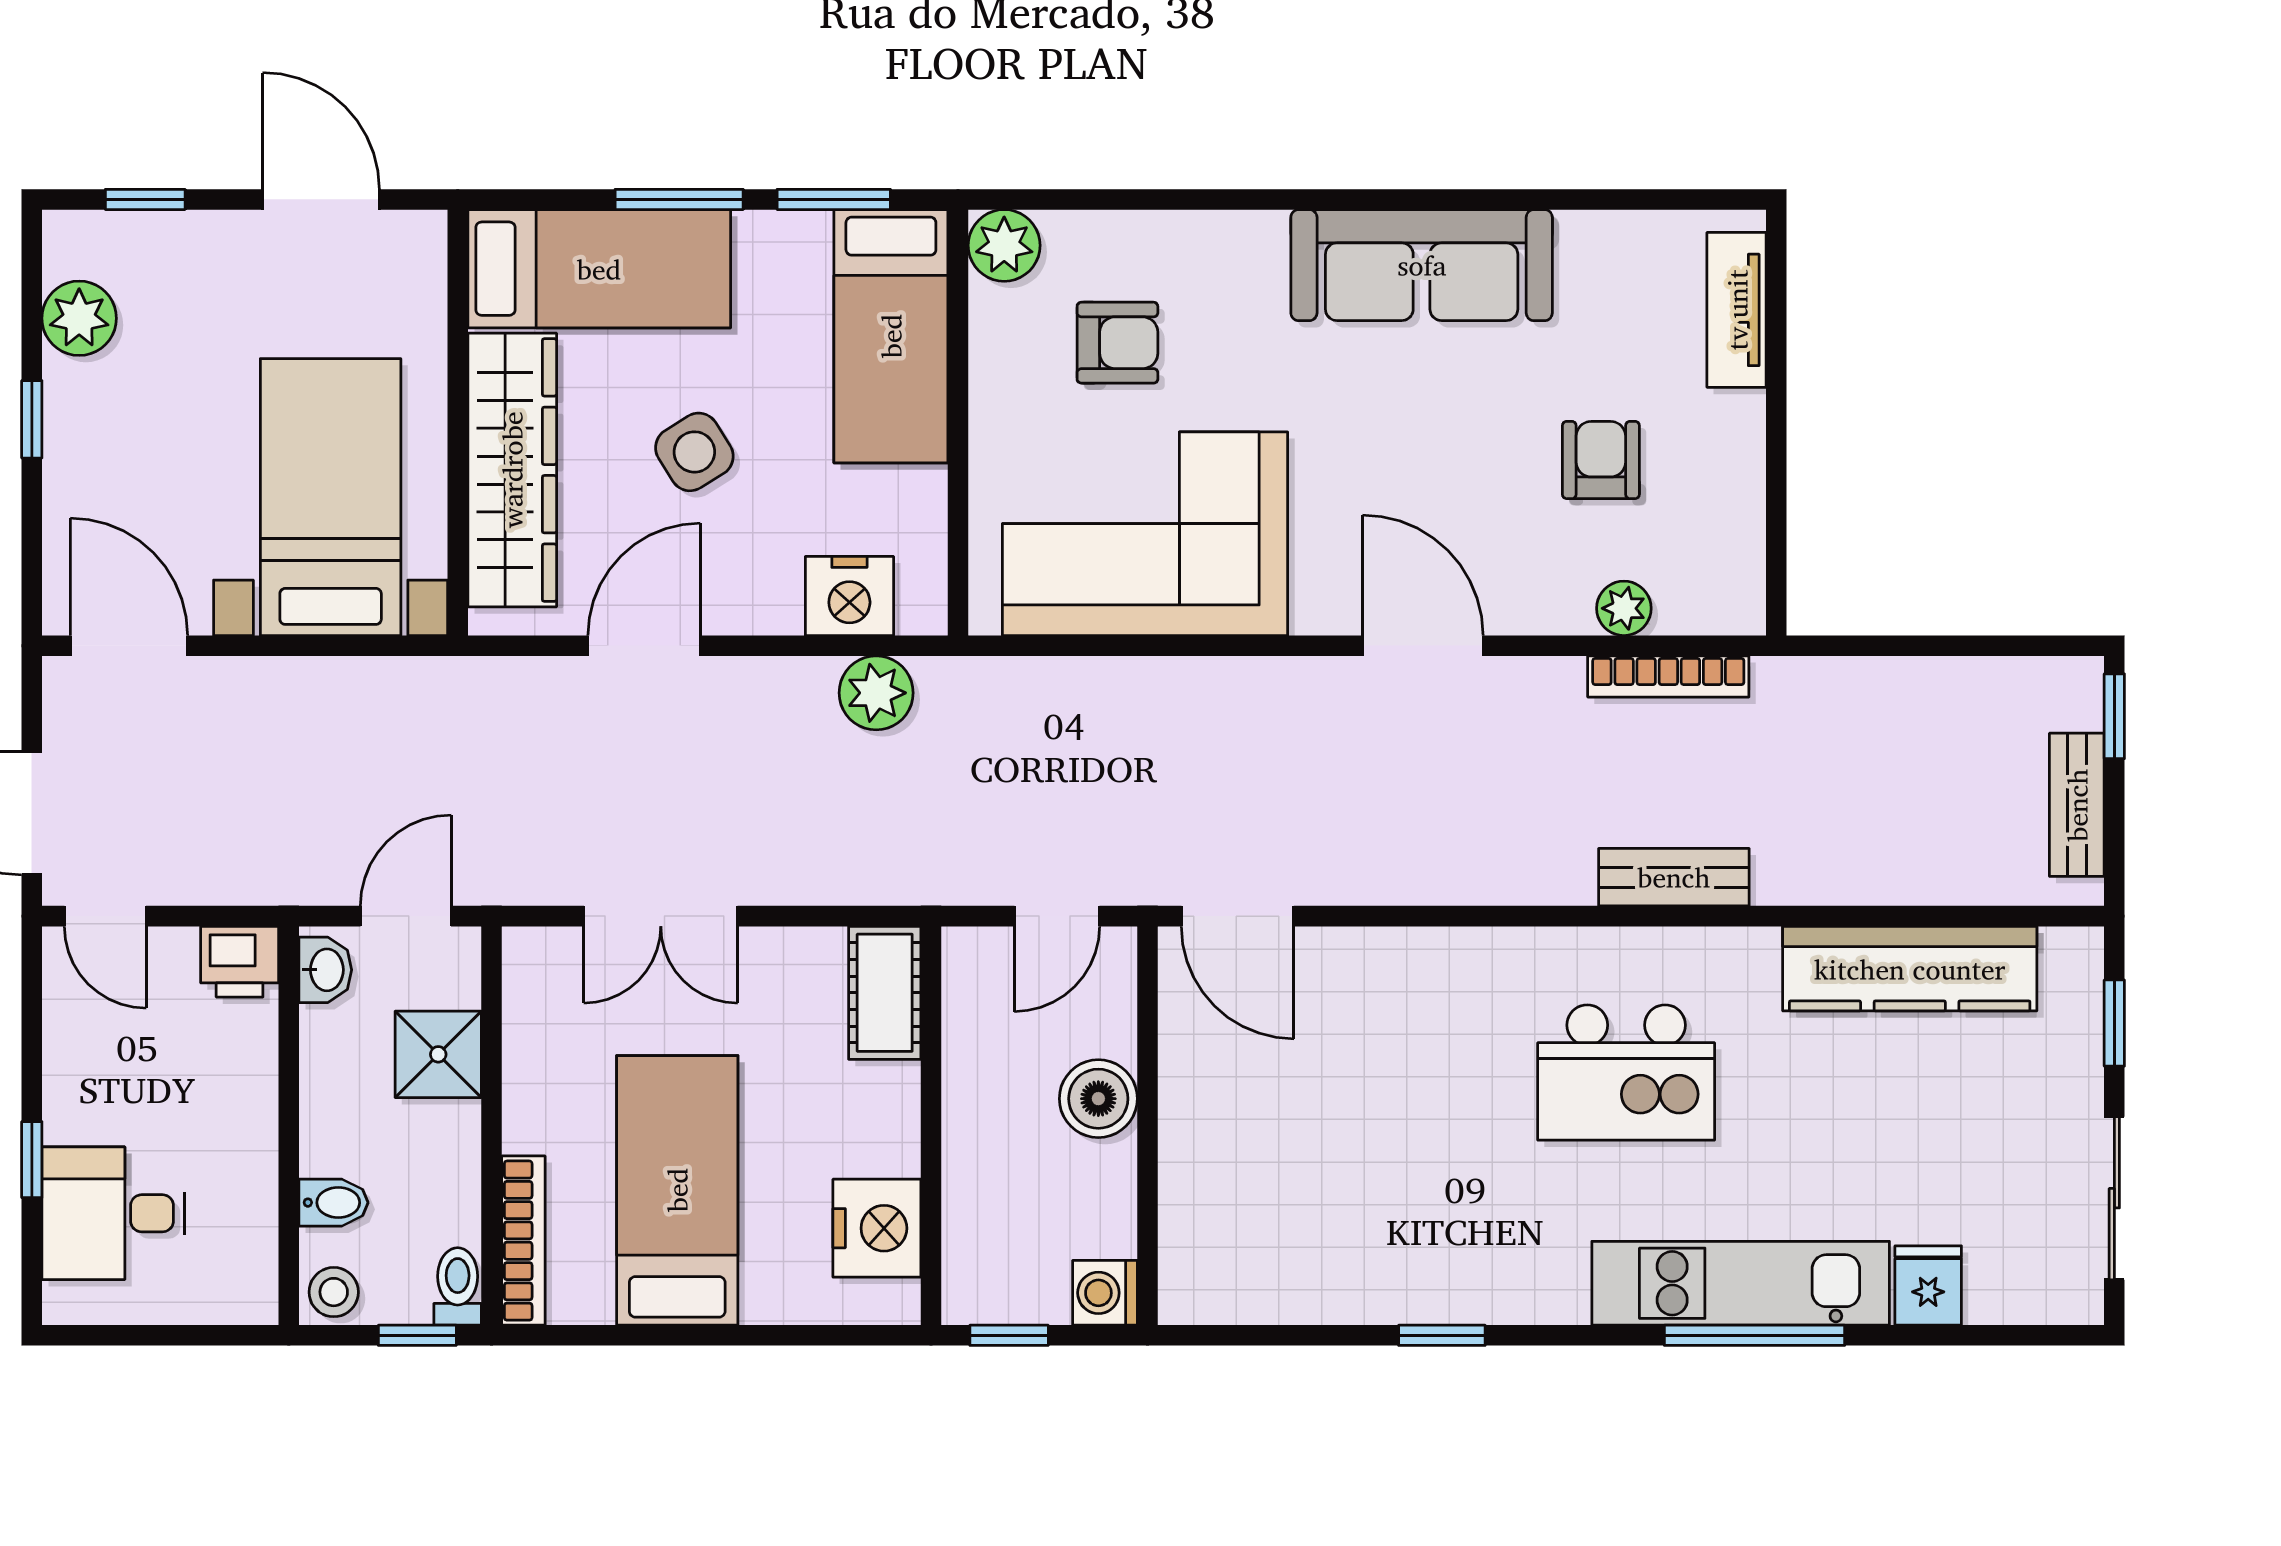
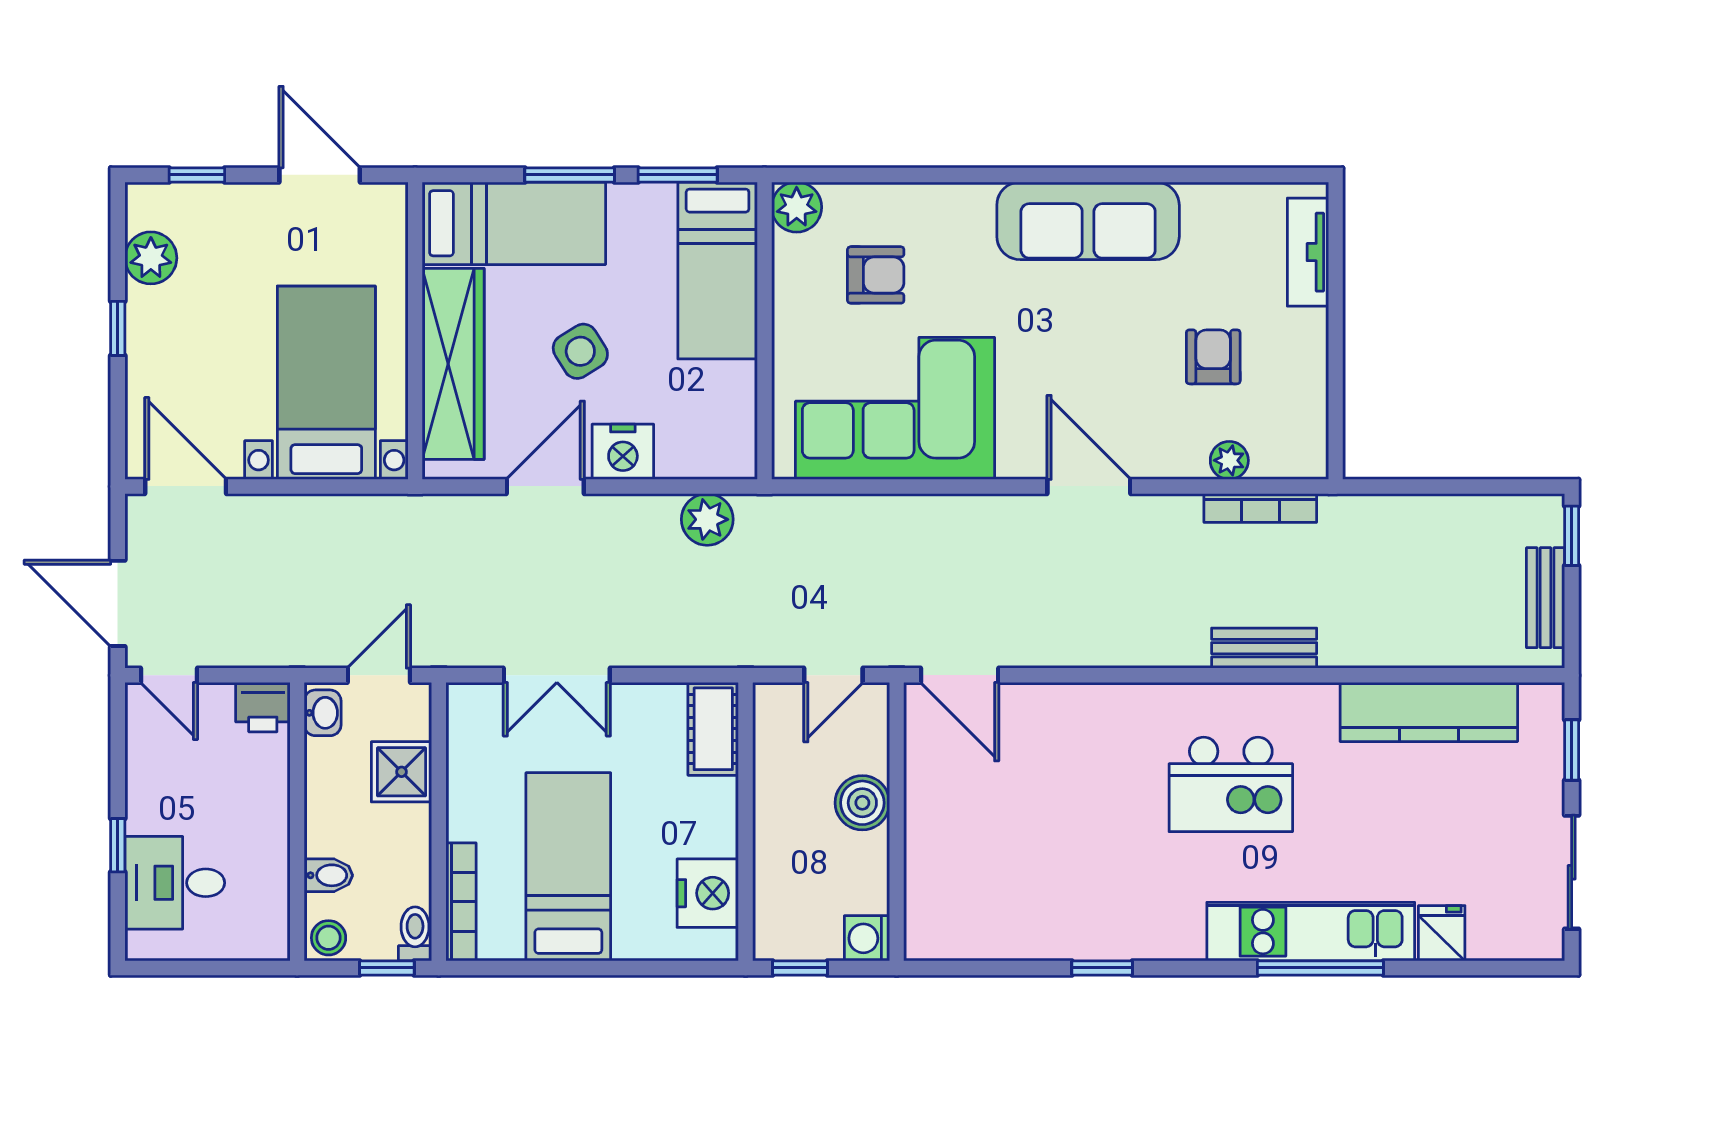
nightstand: (849, 596) -> (623, 452), moved

